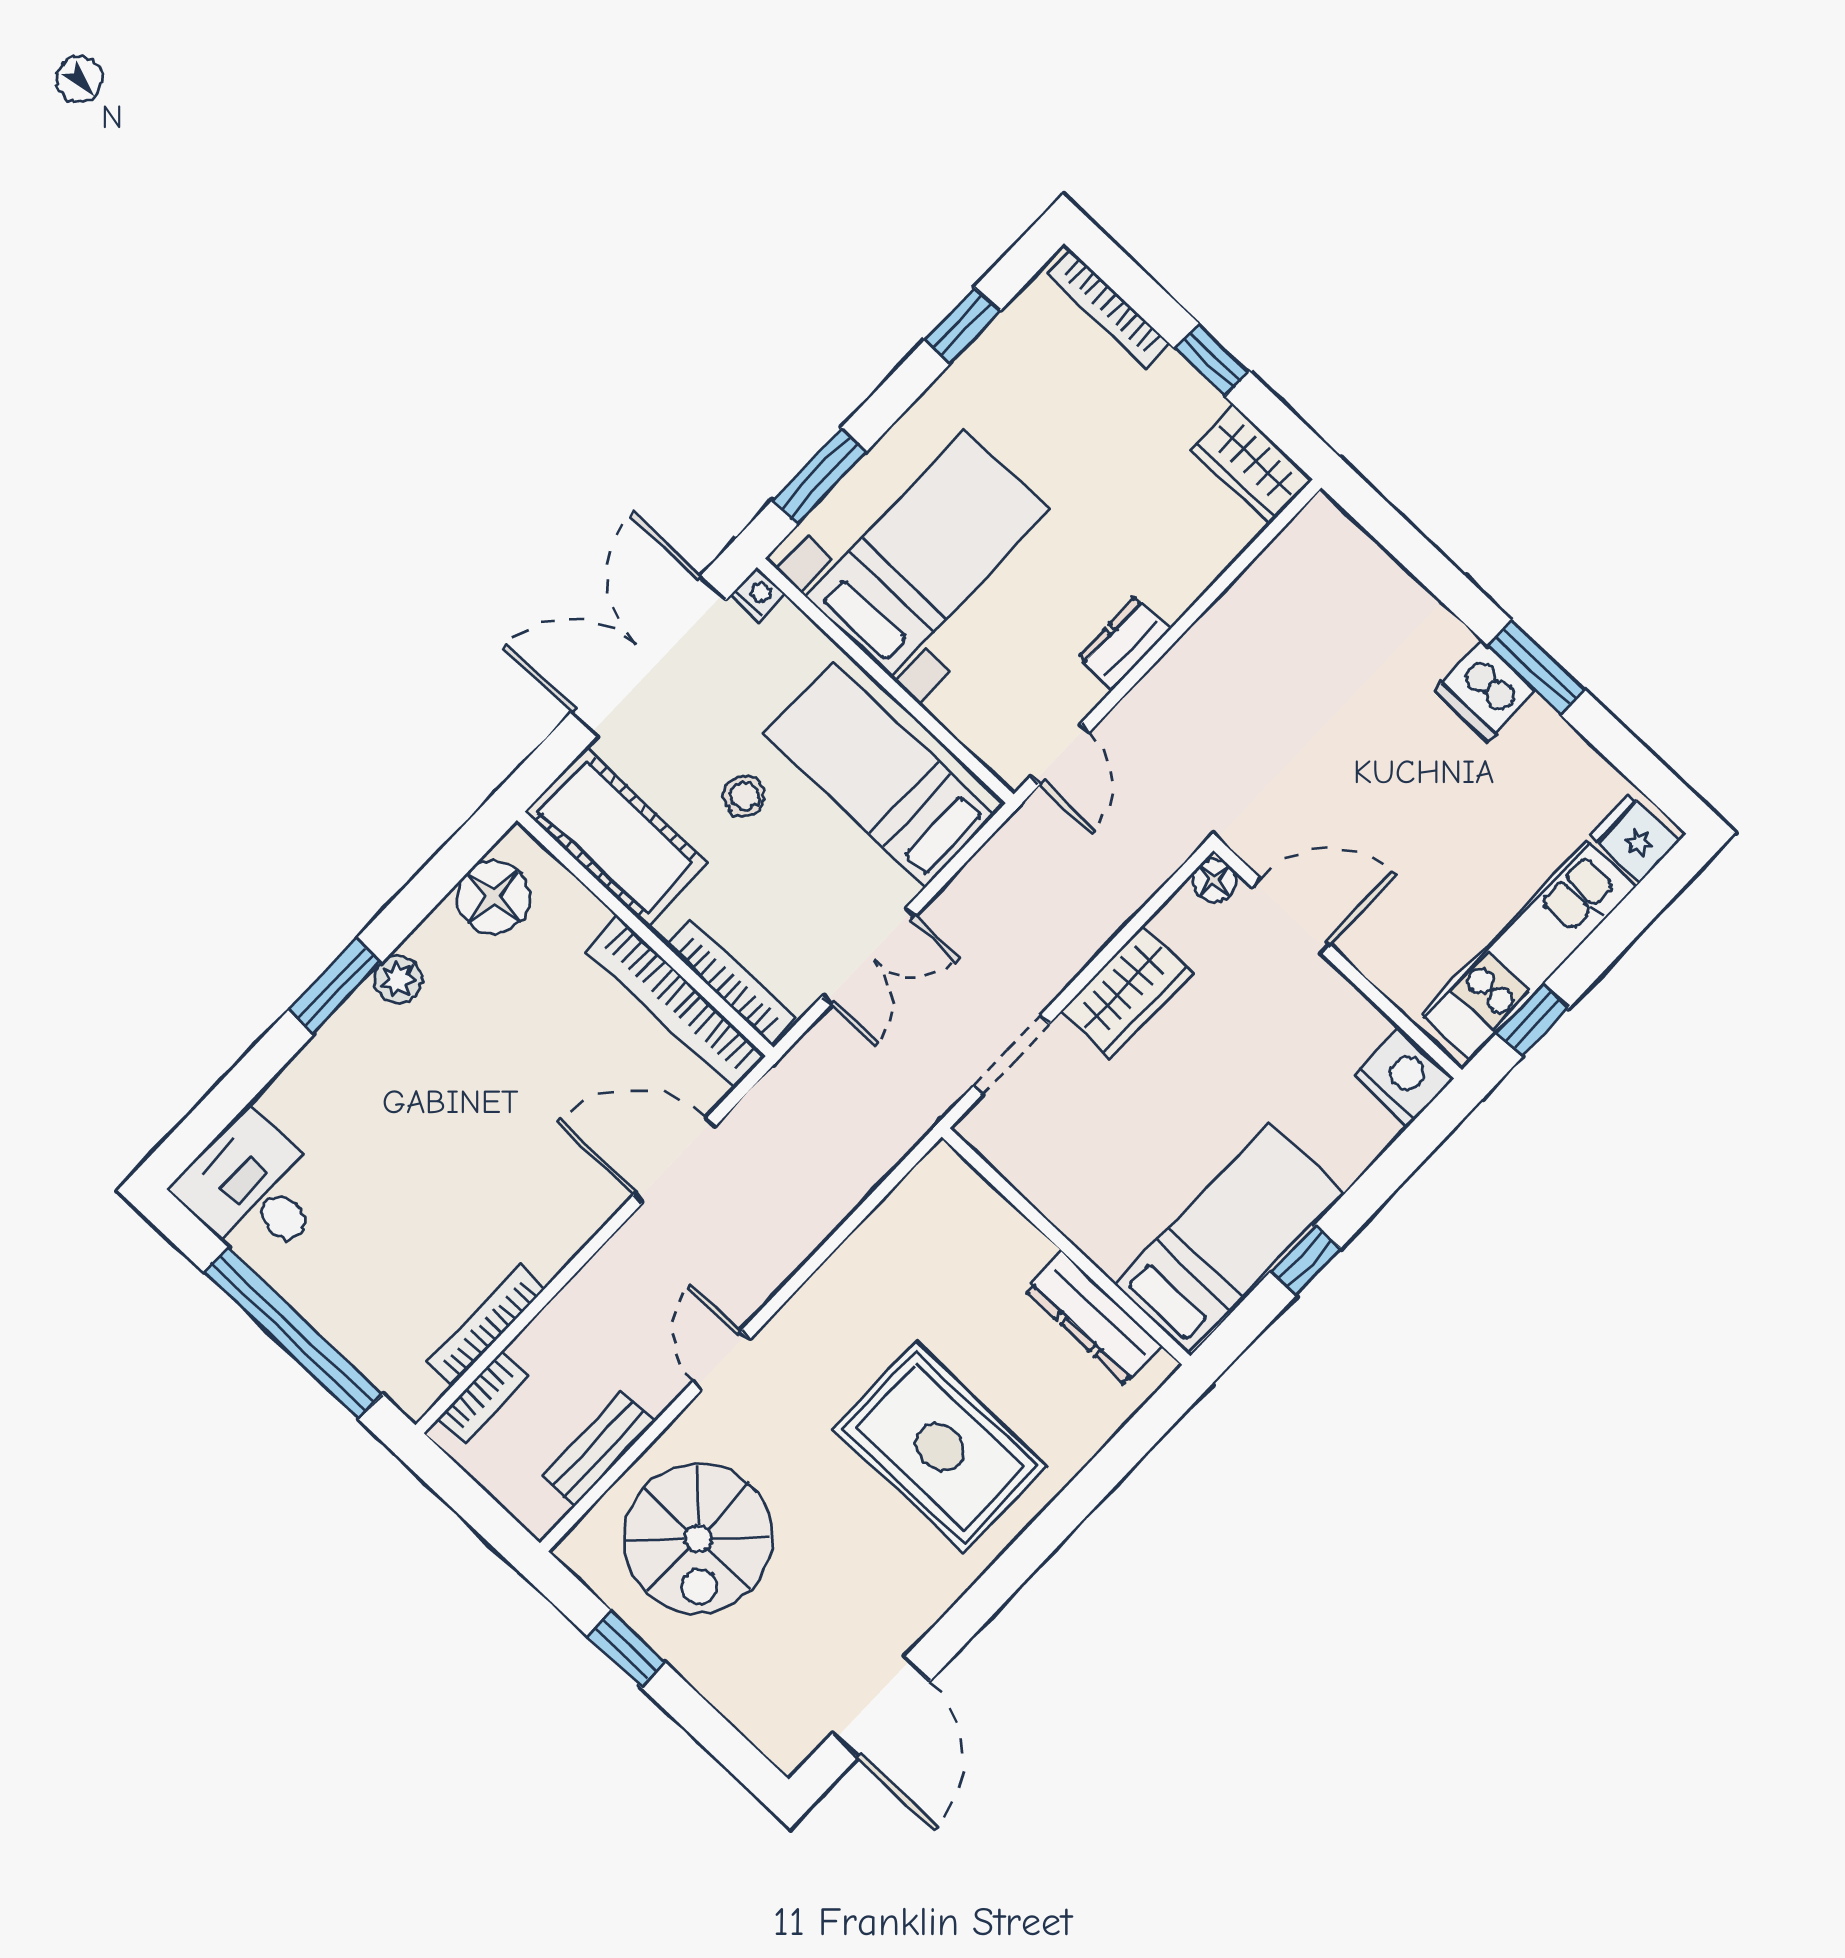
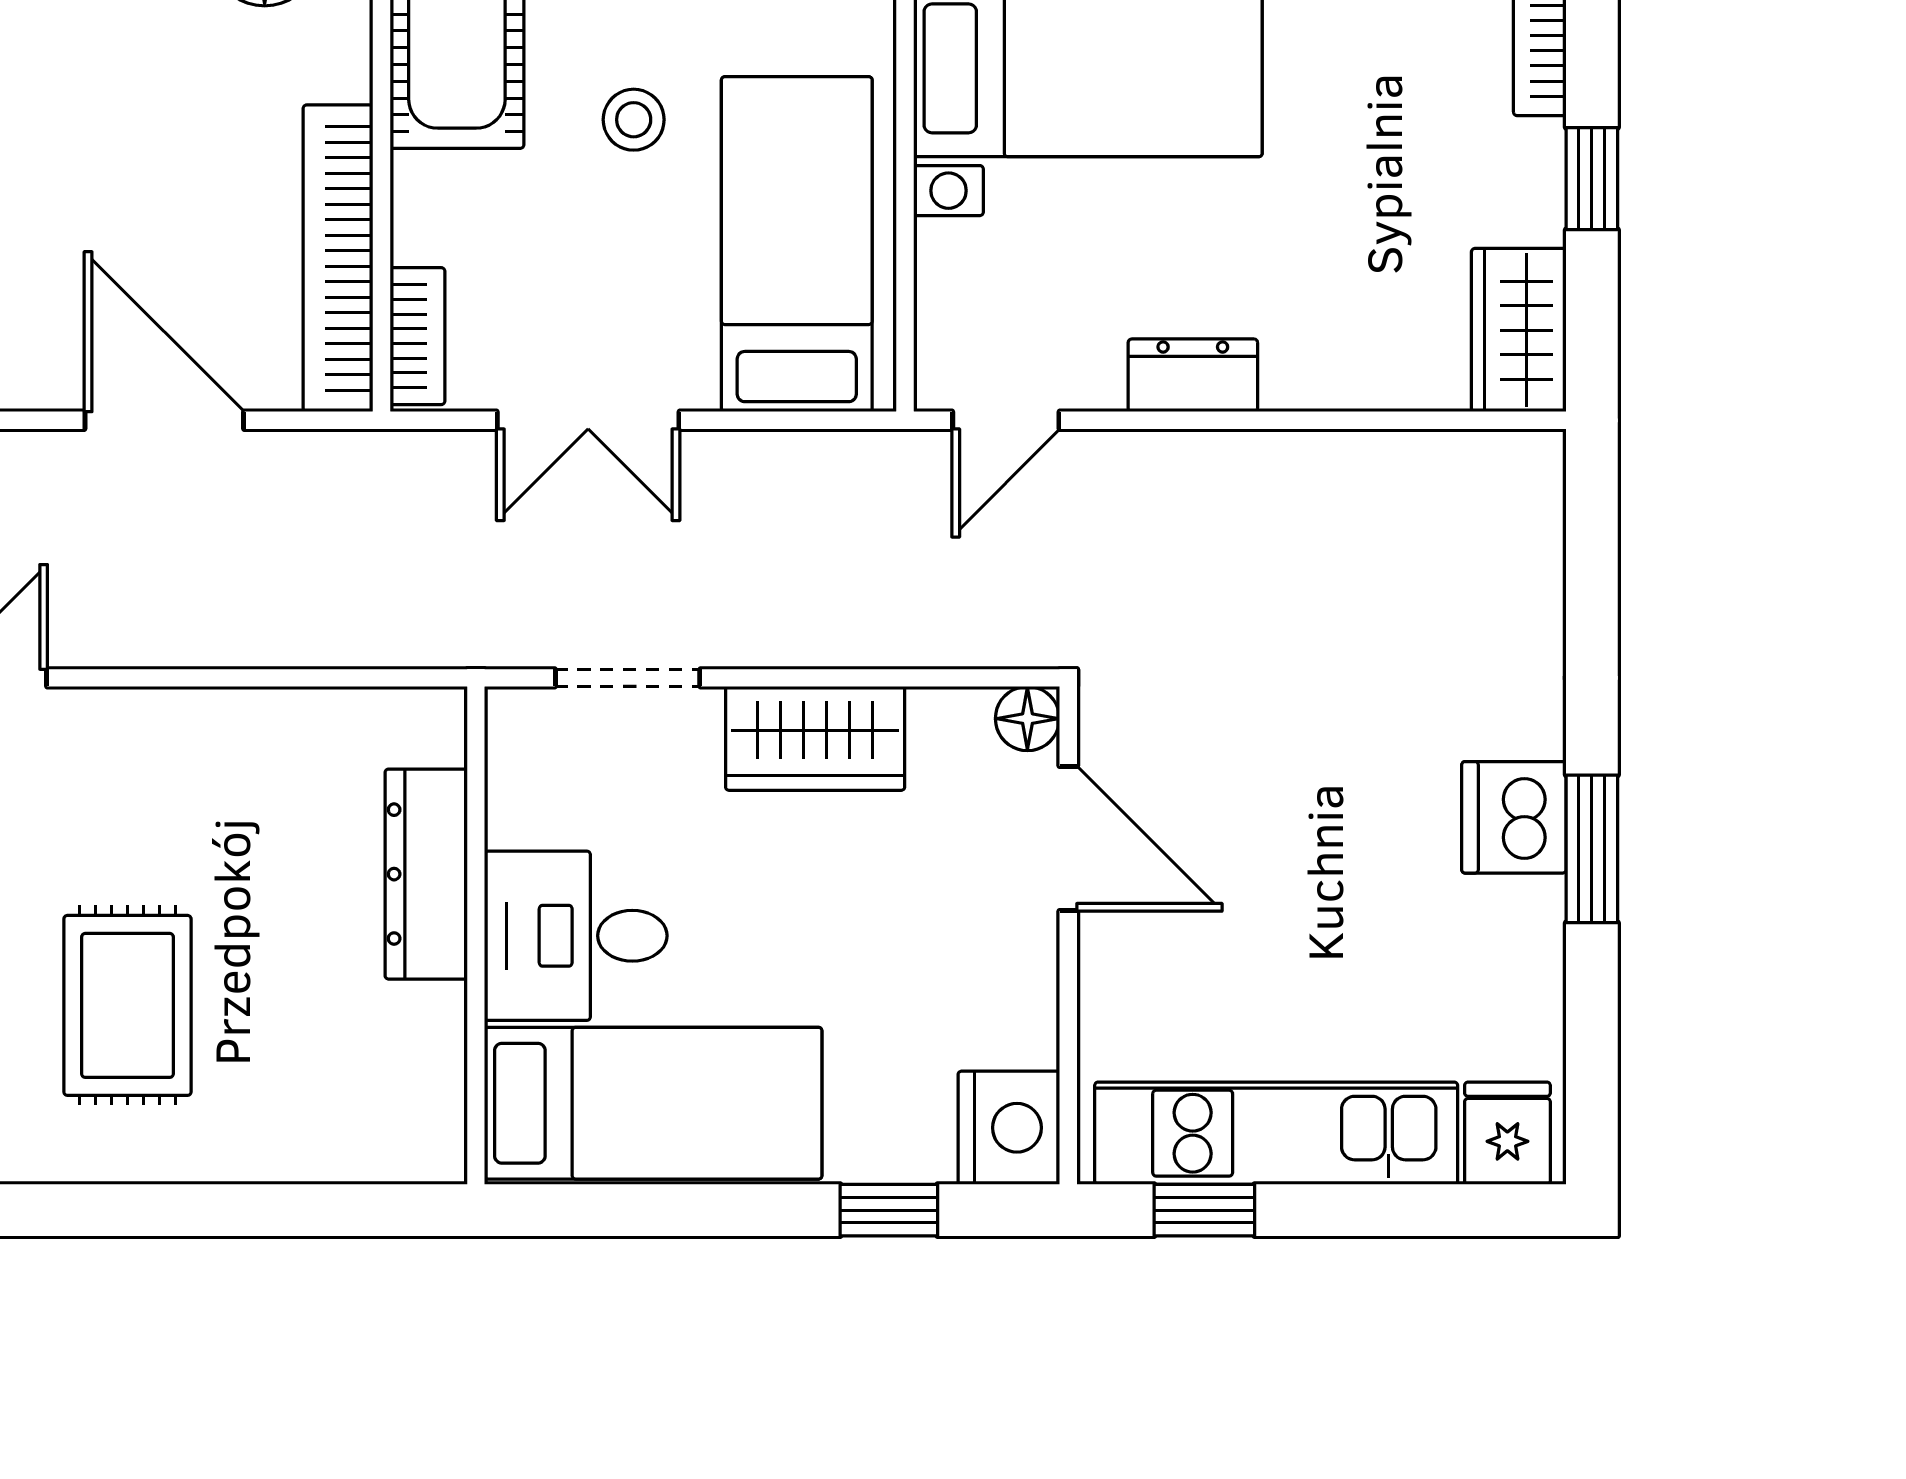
bookcase: (731, 982) -> (417, 336), width x0.64
desk: (1112, 1198) -> (576, 936), added
window: (1306, 1260) -> (889, 1210), moved
dresser: (1093, 1318) -> (426, 874), moved
rug: (940, 1447) -> (127, 1005), width x0.73, depth x0.70

